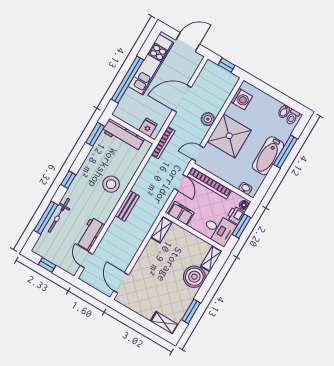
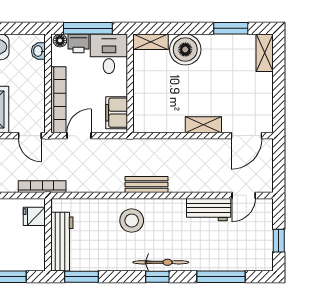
bicycle: (59, 215) -> (161, 262), moved
window: (241, 226) -> (88, 28), width x1.44
shelving: (161, 230) -> (203, 125), moved

